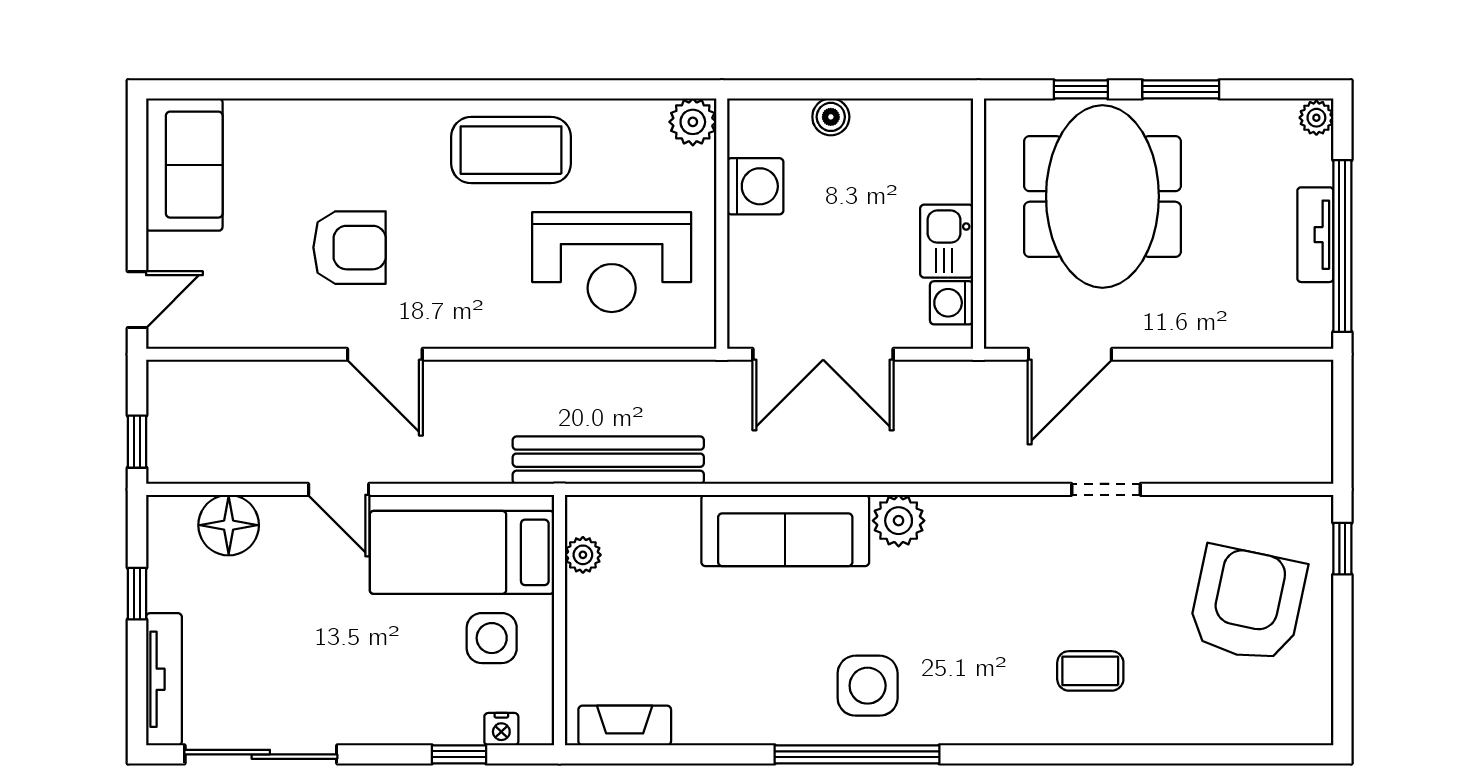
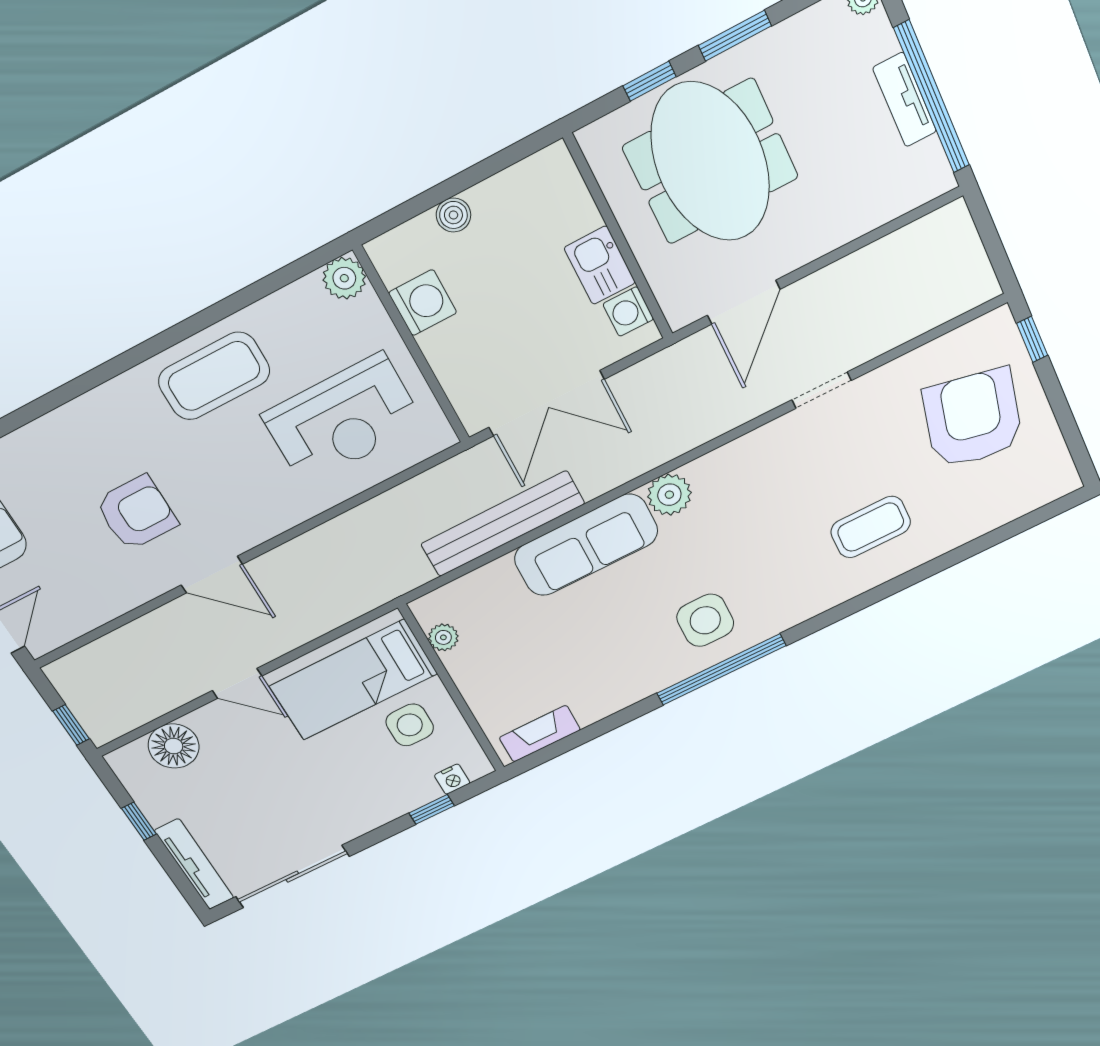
bench: (608, 460) -> (503, 524), moved
coffee table: (1090, 671) -> (871, 527), width x1.36, depth x1.30

